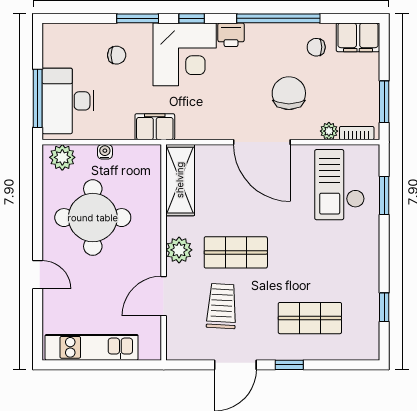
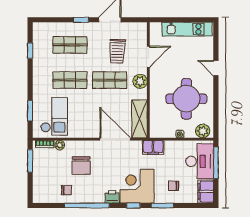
filing cabinet: (358, 37) -> (206, 191), moved, turned -90
door: (262, 142) -> (115, 139), moved
shop shelf: (310, 252) -> (70, 80), added

